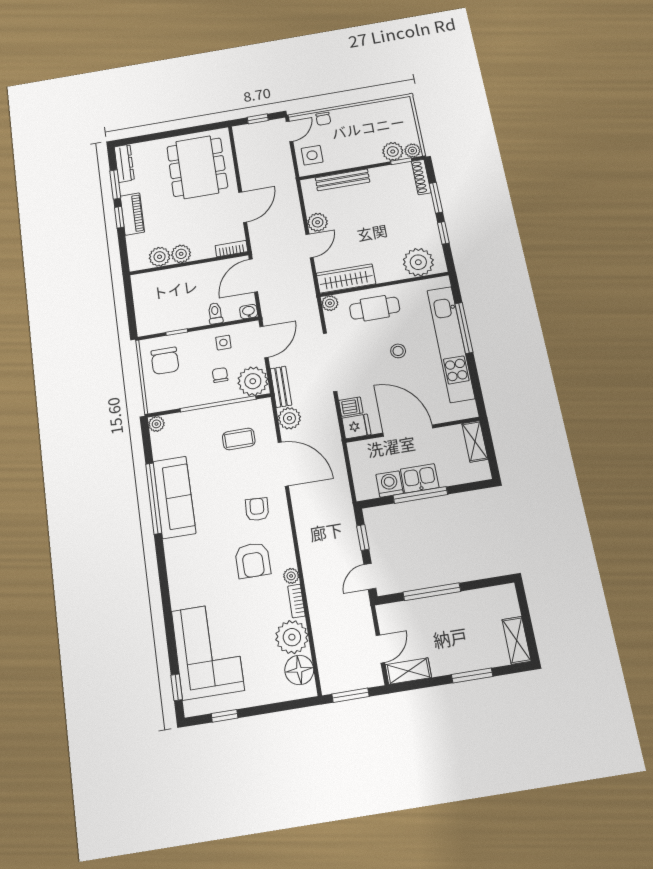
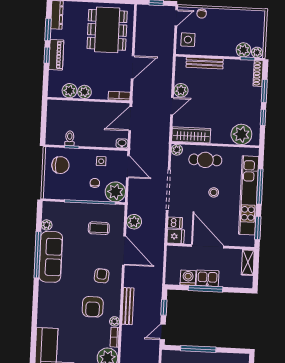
toilet: (215, 313) -> (70, 138), moved
door: (264, 342) -> (128, 167), hinge flipped
chair: (165, 361) -> (60, 165), turned -90
bench: (281, 387) -> (128, 306), moved, width x1.36
window: (477, 387) -> (258, 228), added
plant: (156, 424) -> (47, 225), moved

